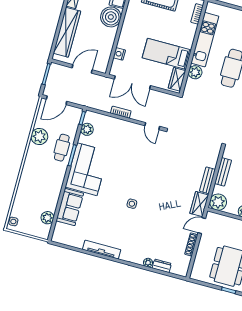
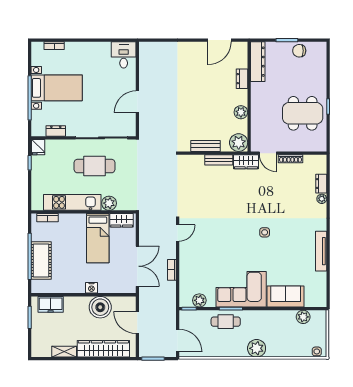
boiler: (111, 17) -> (100, 307), moved
nightstand: (119, 54) -> (91, 288), moved
plant: (39, 136) -> (257, 348), moved

